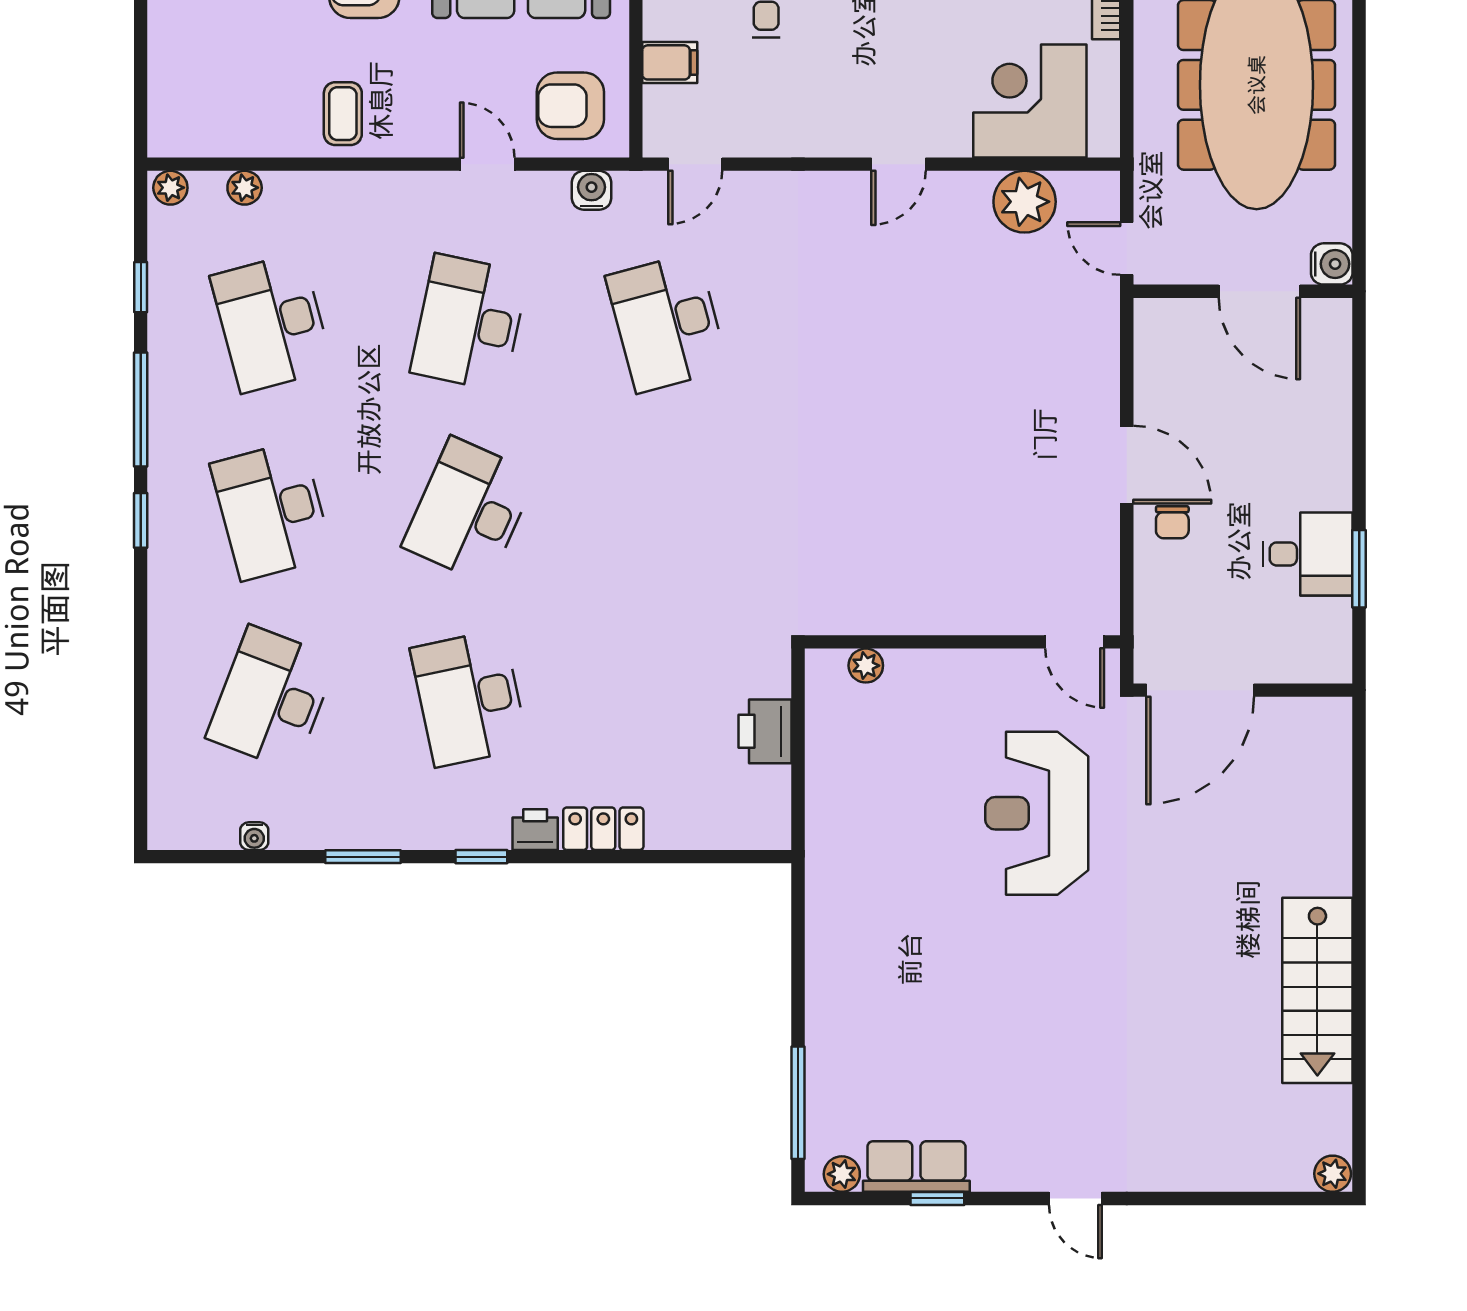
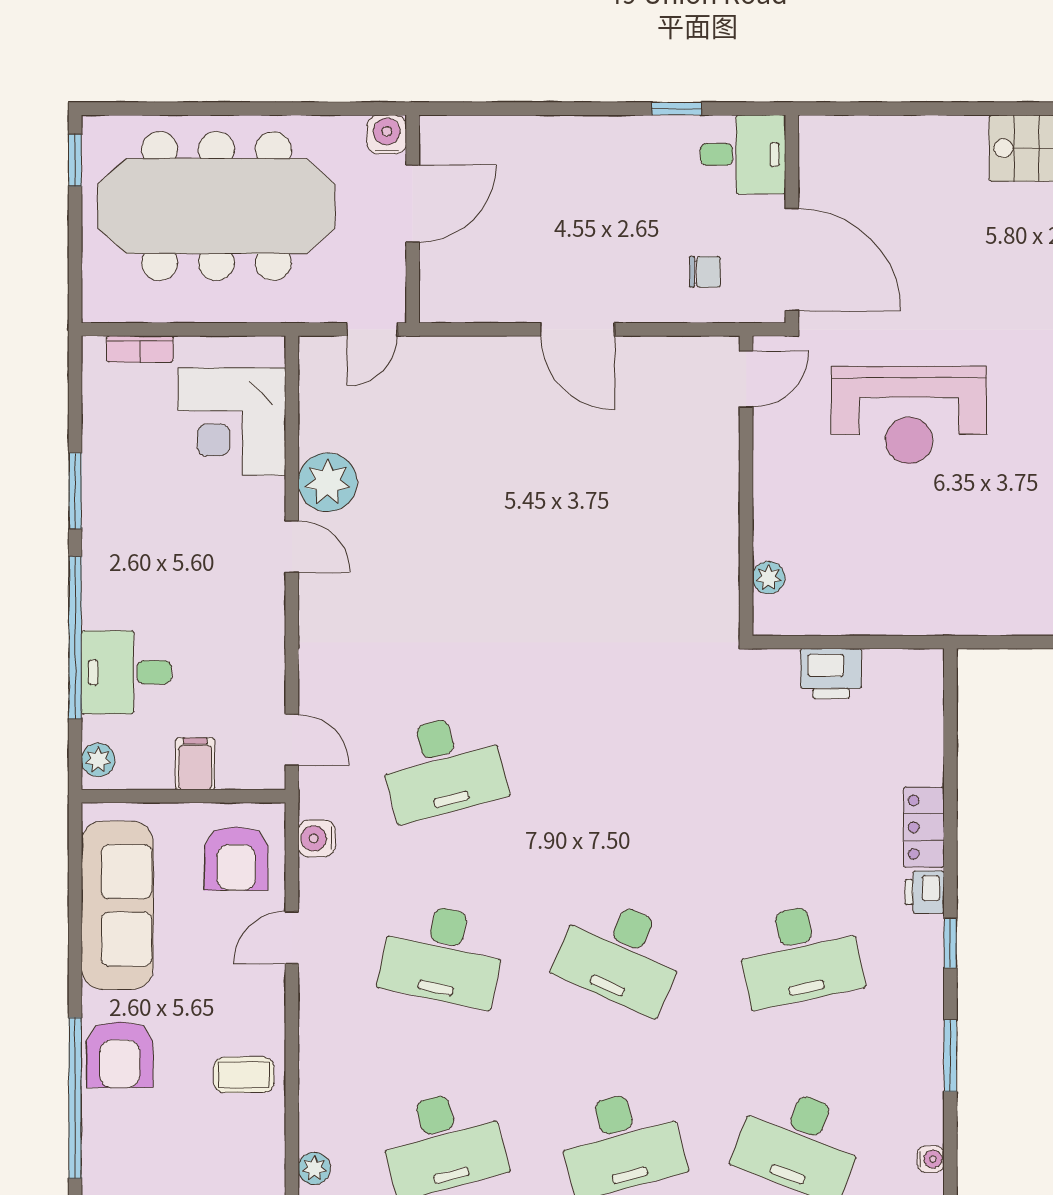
plant: (1025, 202) -> (328, 482), moved
door: (1127, 465) -> (578, 329), swing flipped
chair: (1172, 522) -> (705, 272), moved
desk: (1308, 554) -> (743, 154), moved, turned 90
window: (1359, 569) -> (676, 109), width x0.67

